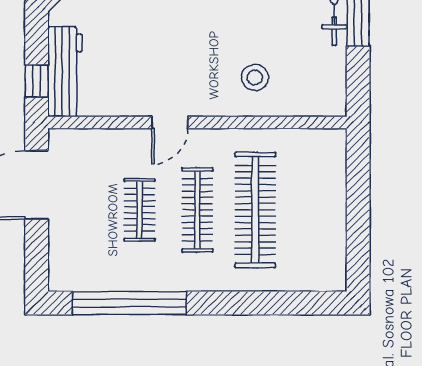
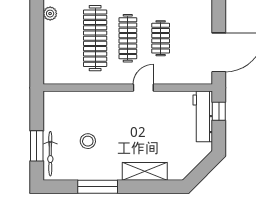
stool: (255, 78) -> (88, 141), moved
plant: (335, 254) -> (50, 14), added

